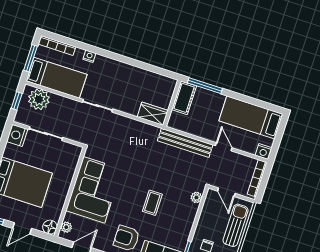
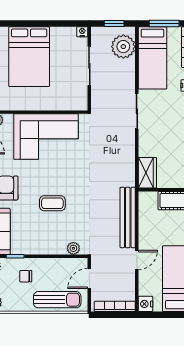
nightstand: (17, 135) -> (82, 32), width x0.53, depth x0.56

